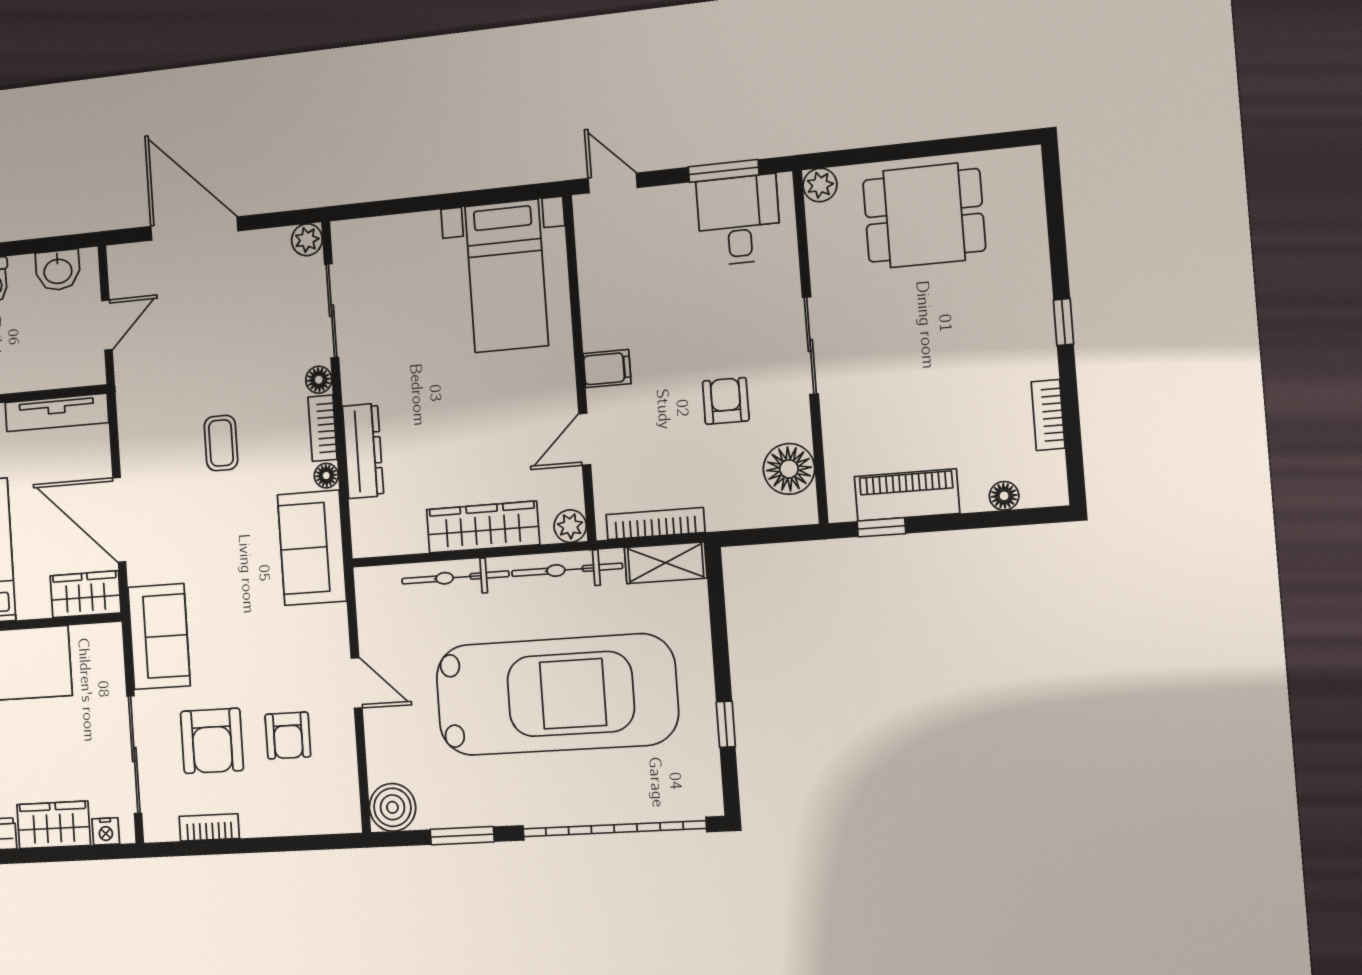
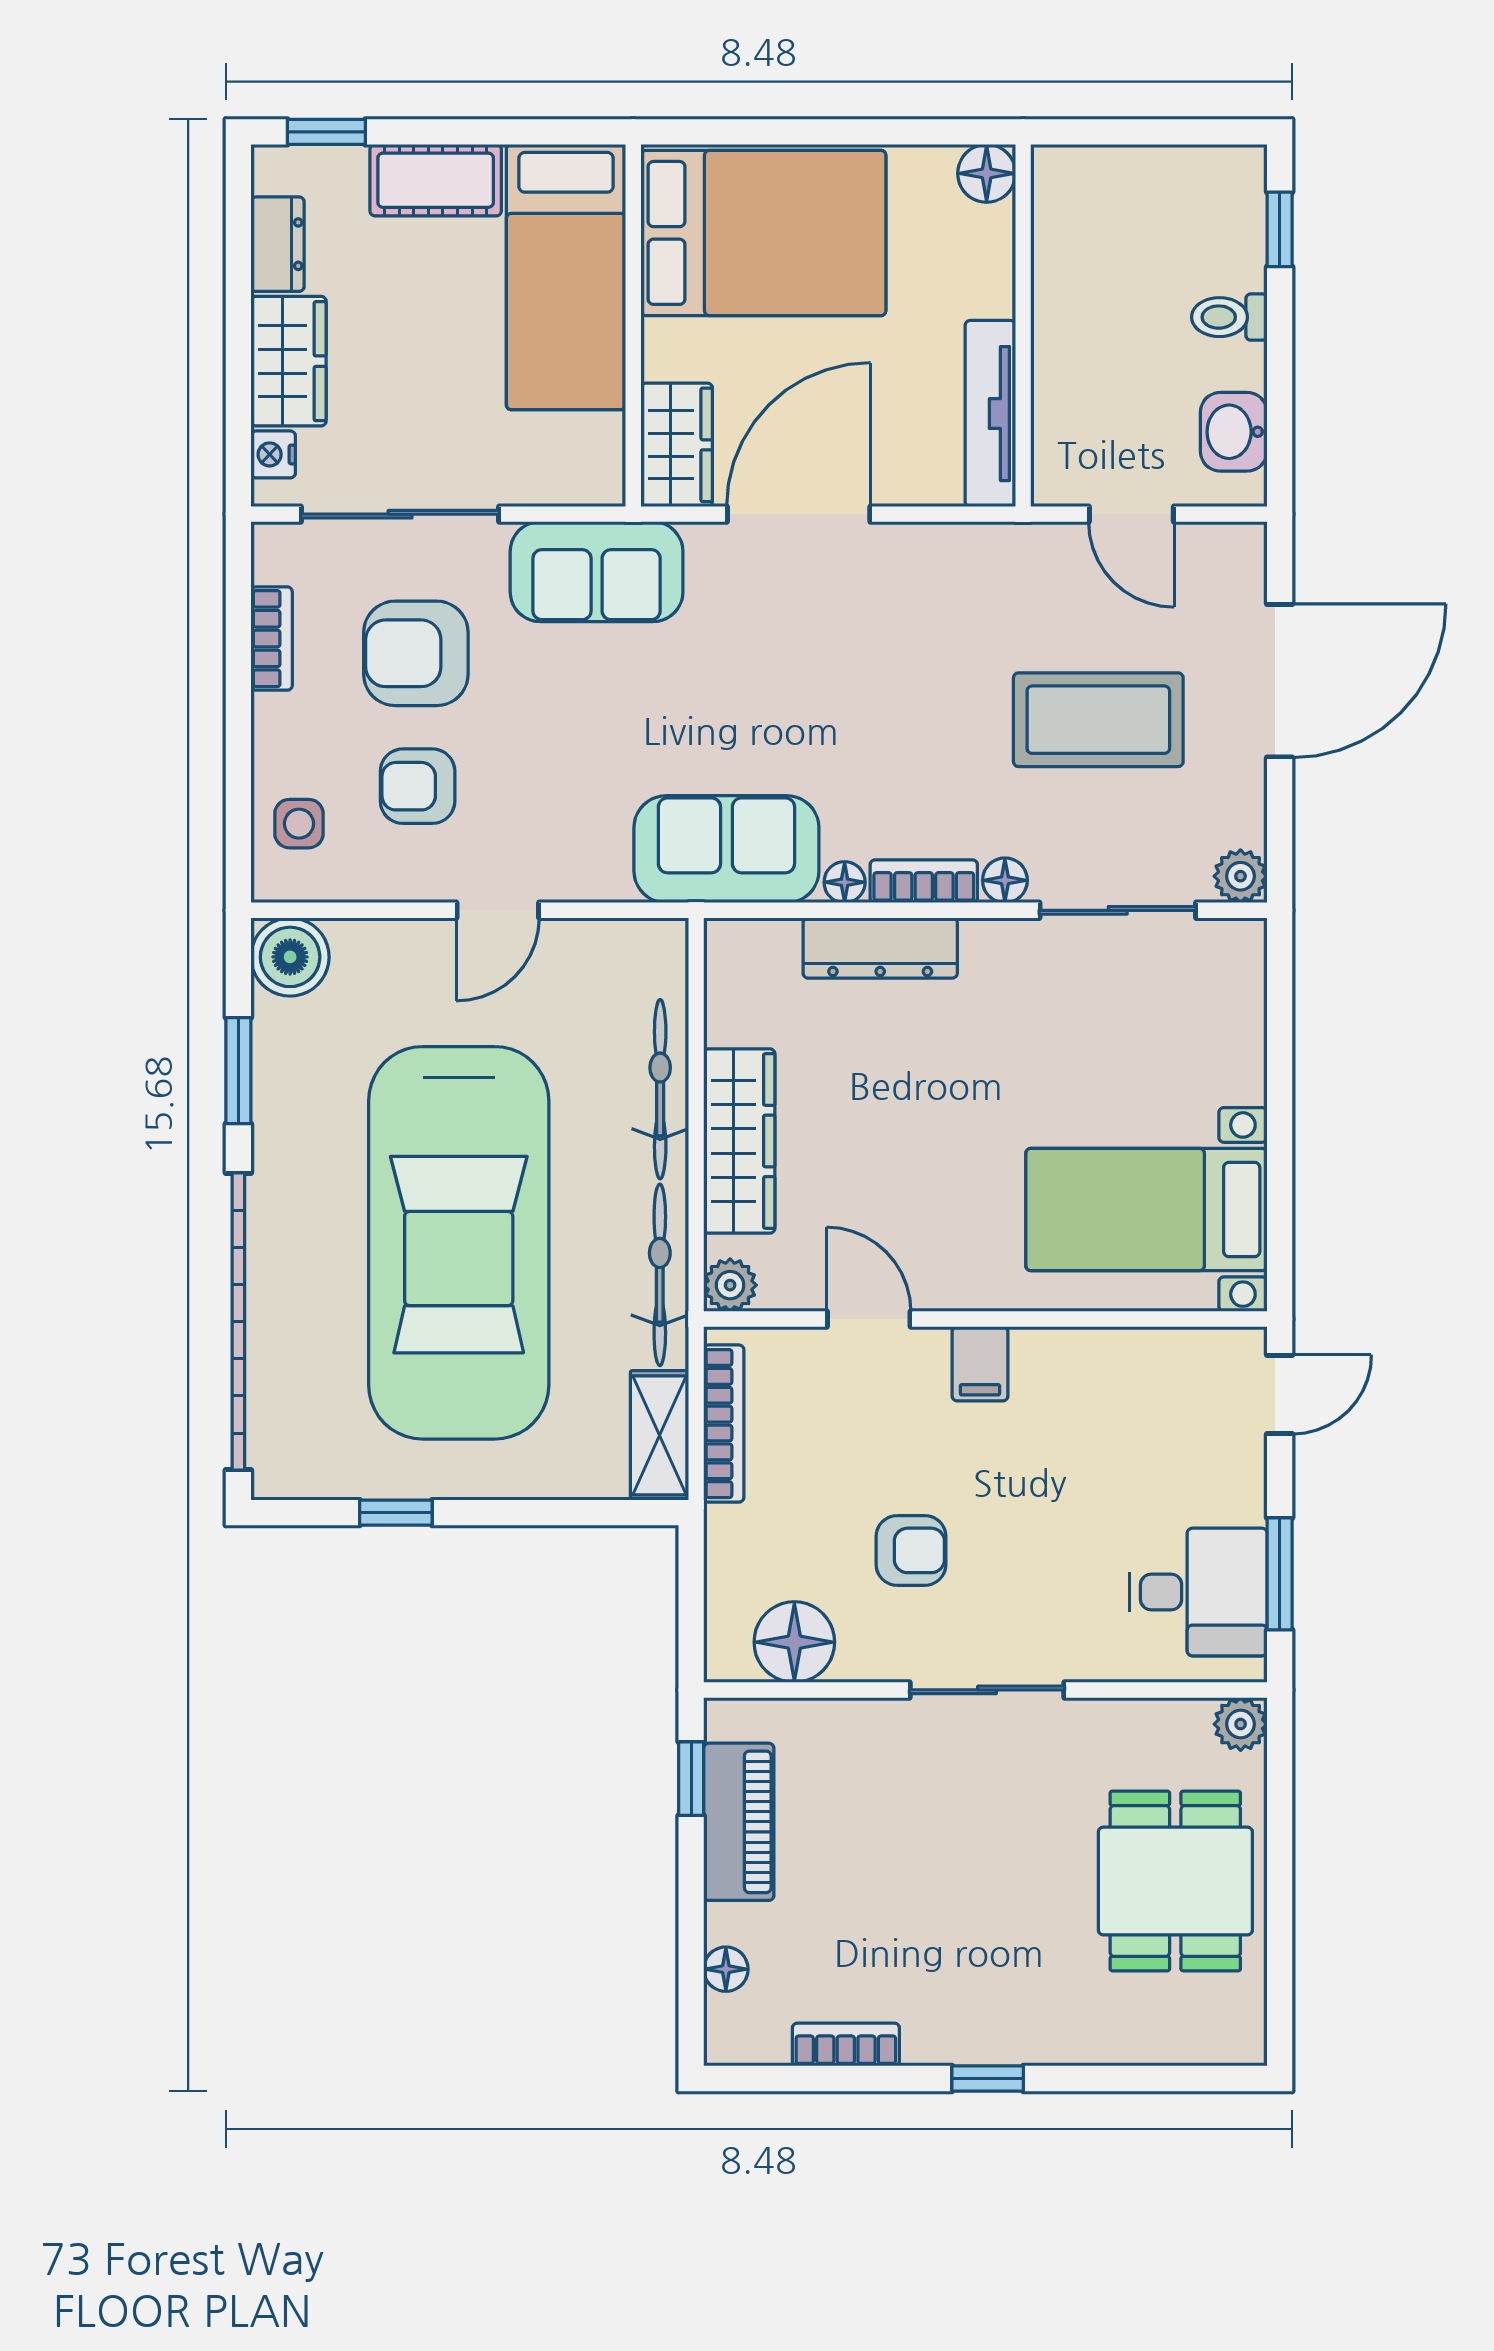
coffee table: (221, 443) -> (1098, 720), moved, width x1.86, depth x1.72
side table: (314, 806) -> (299, 824), added

